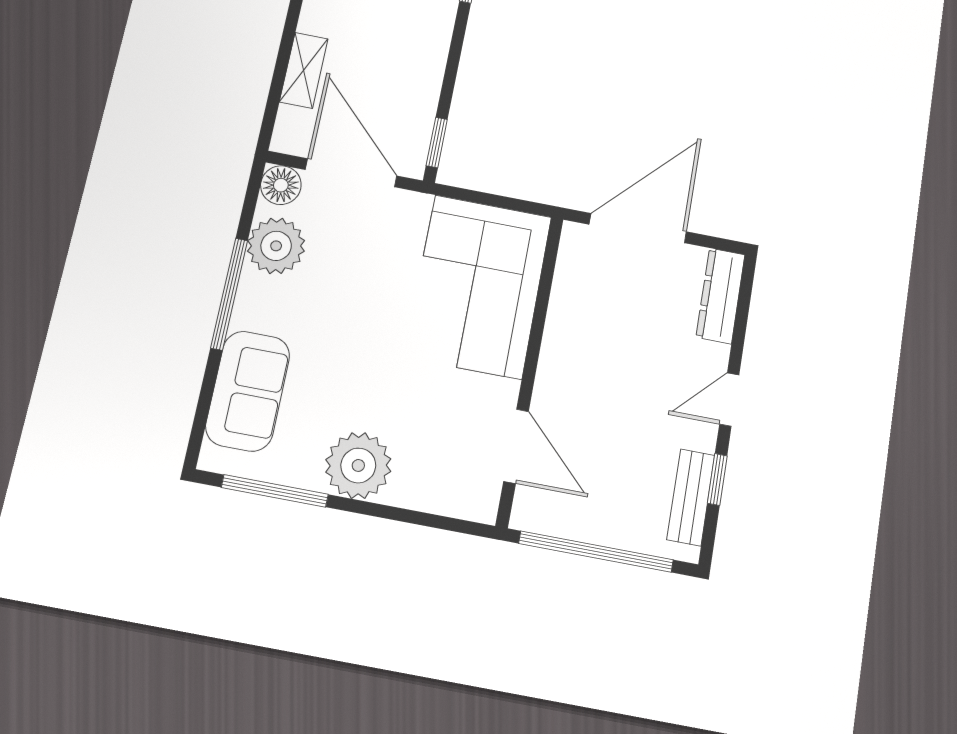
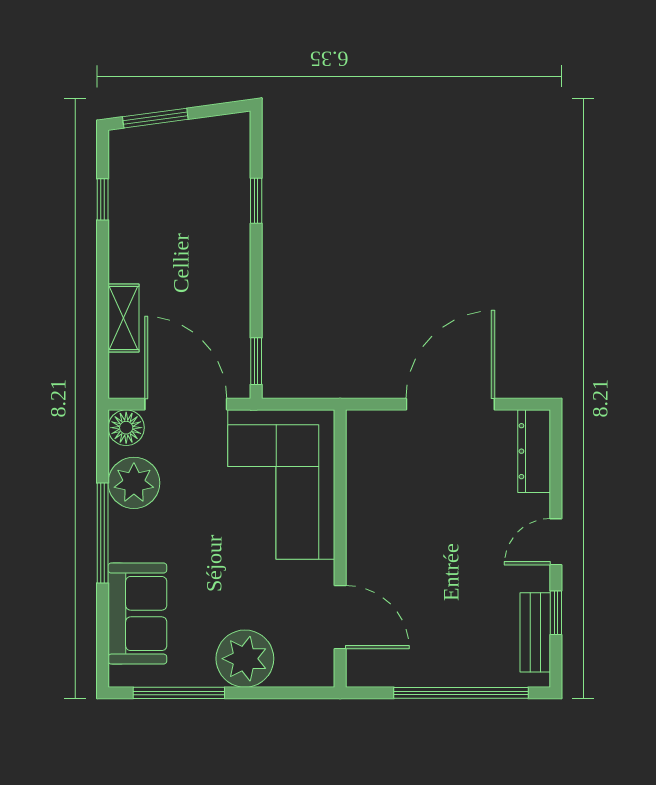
corner sofa: (478, 286) -> (281, 484), moved
wall: (530, 369) -> (340, 549), moved
door: (516, 446) -> (340, 617), moved

